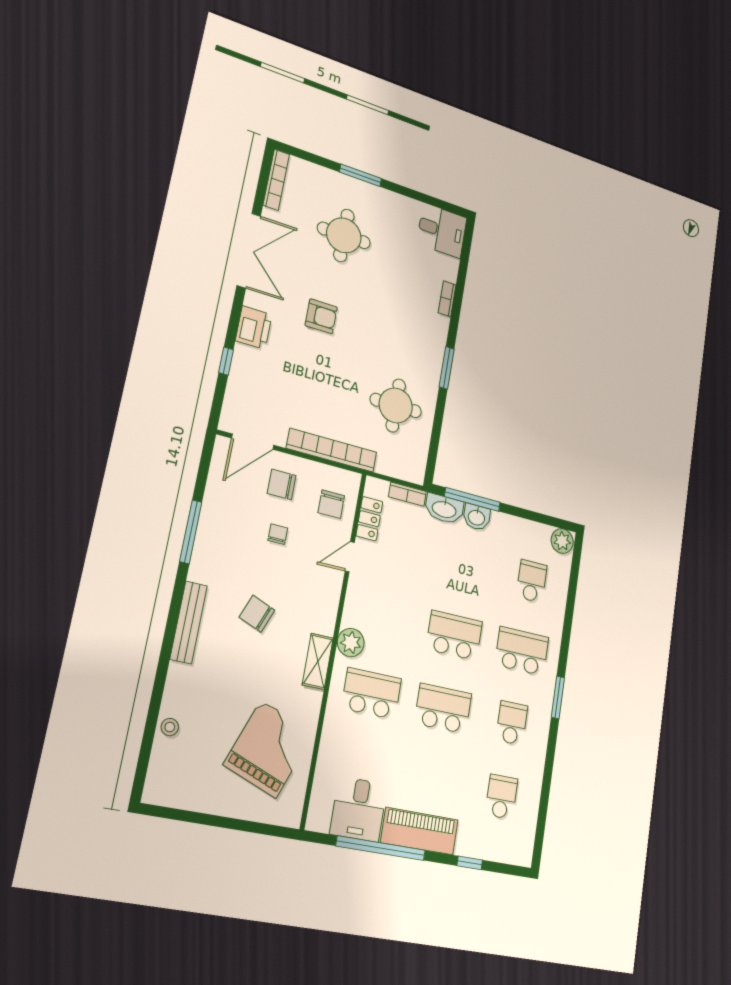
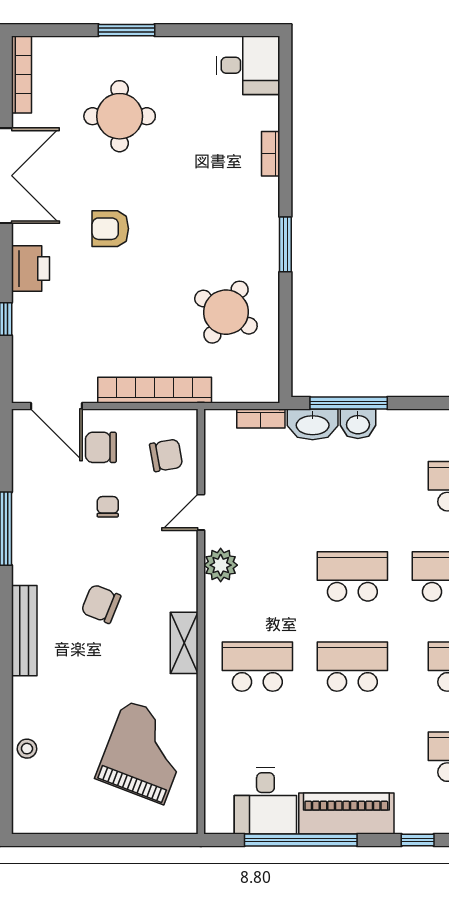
armchair: (321, 316) -> (110, 229), turned 180
round table: (396, 405) -> (226, 312), turned 31
door: (253, 442) -> (56, 406), hinge flipped
chair: (331, 504) -> (166, 455), turned -100
locker: (369, 519) -> (217, 461), removed
plant: (351, 643) -> (221, 565), moved

